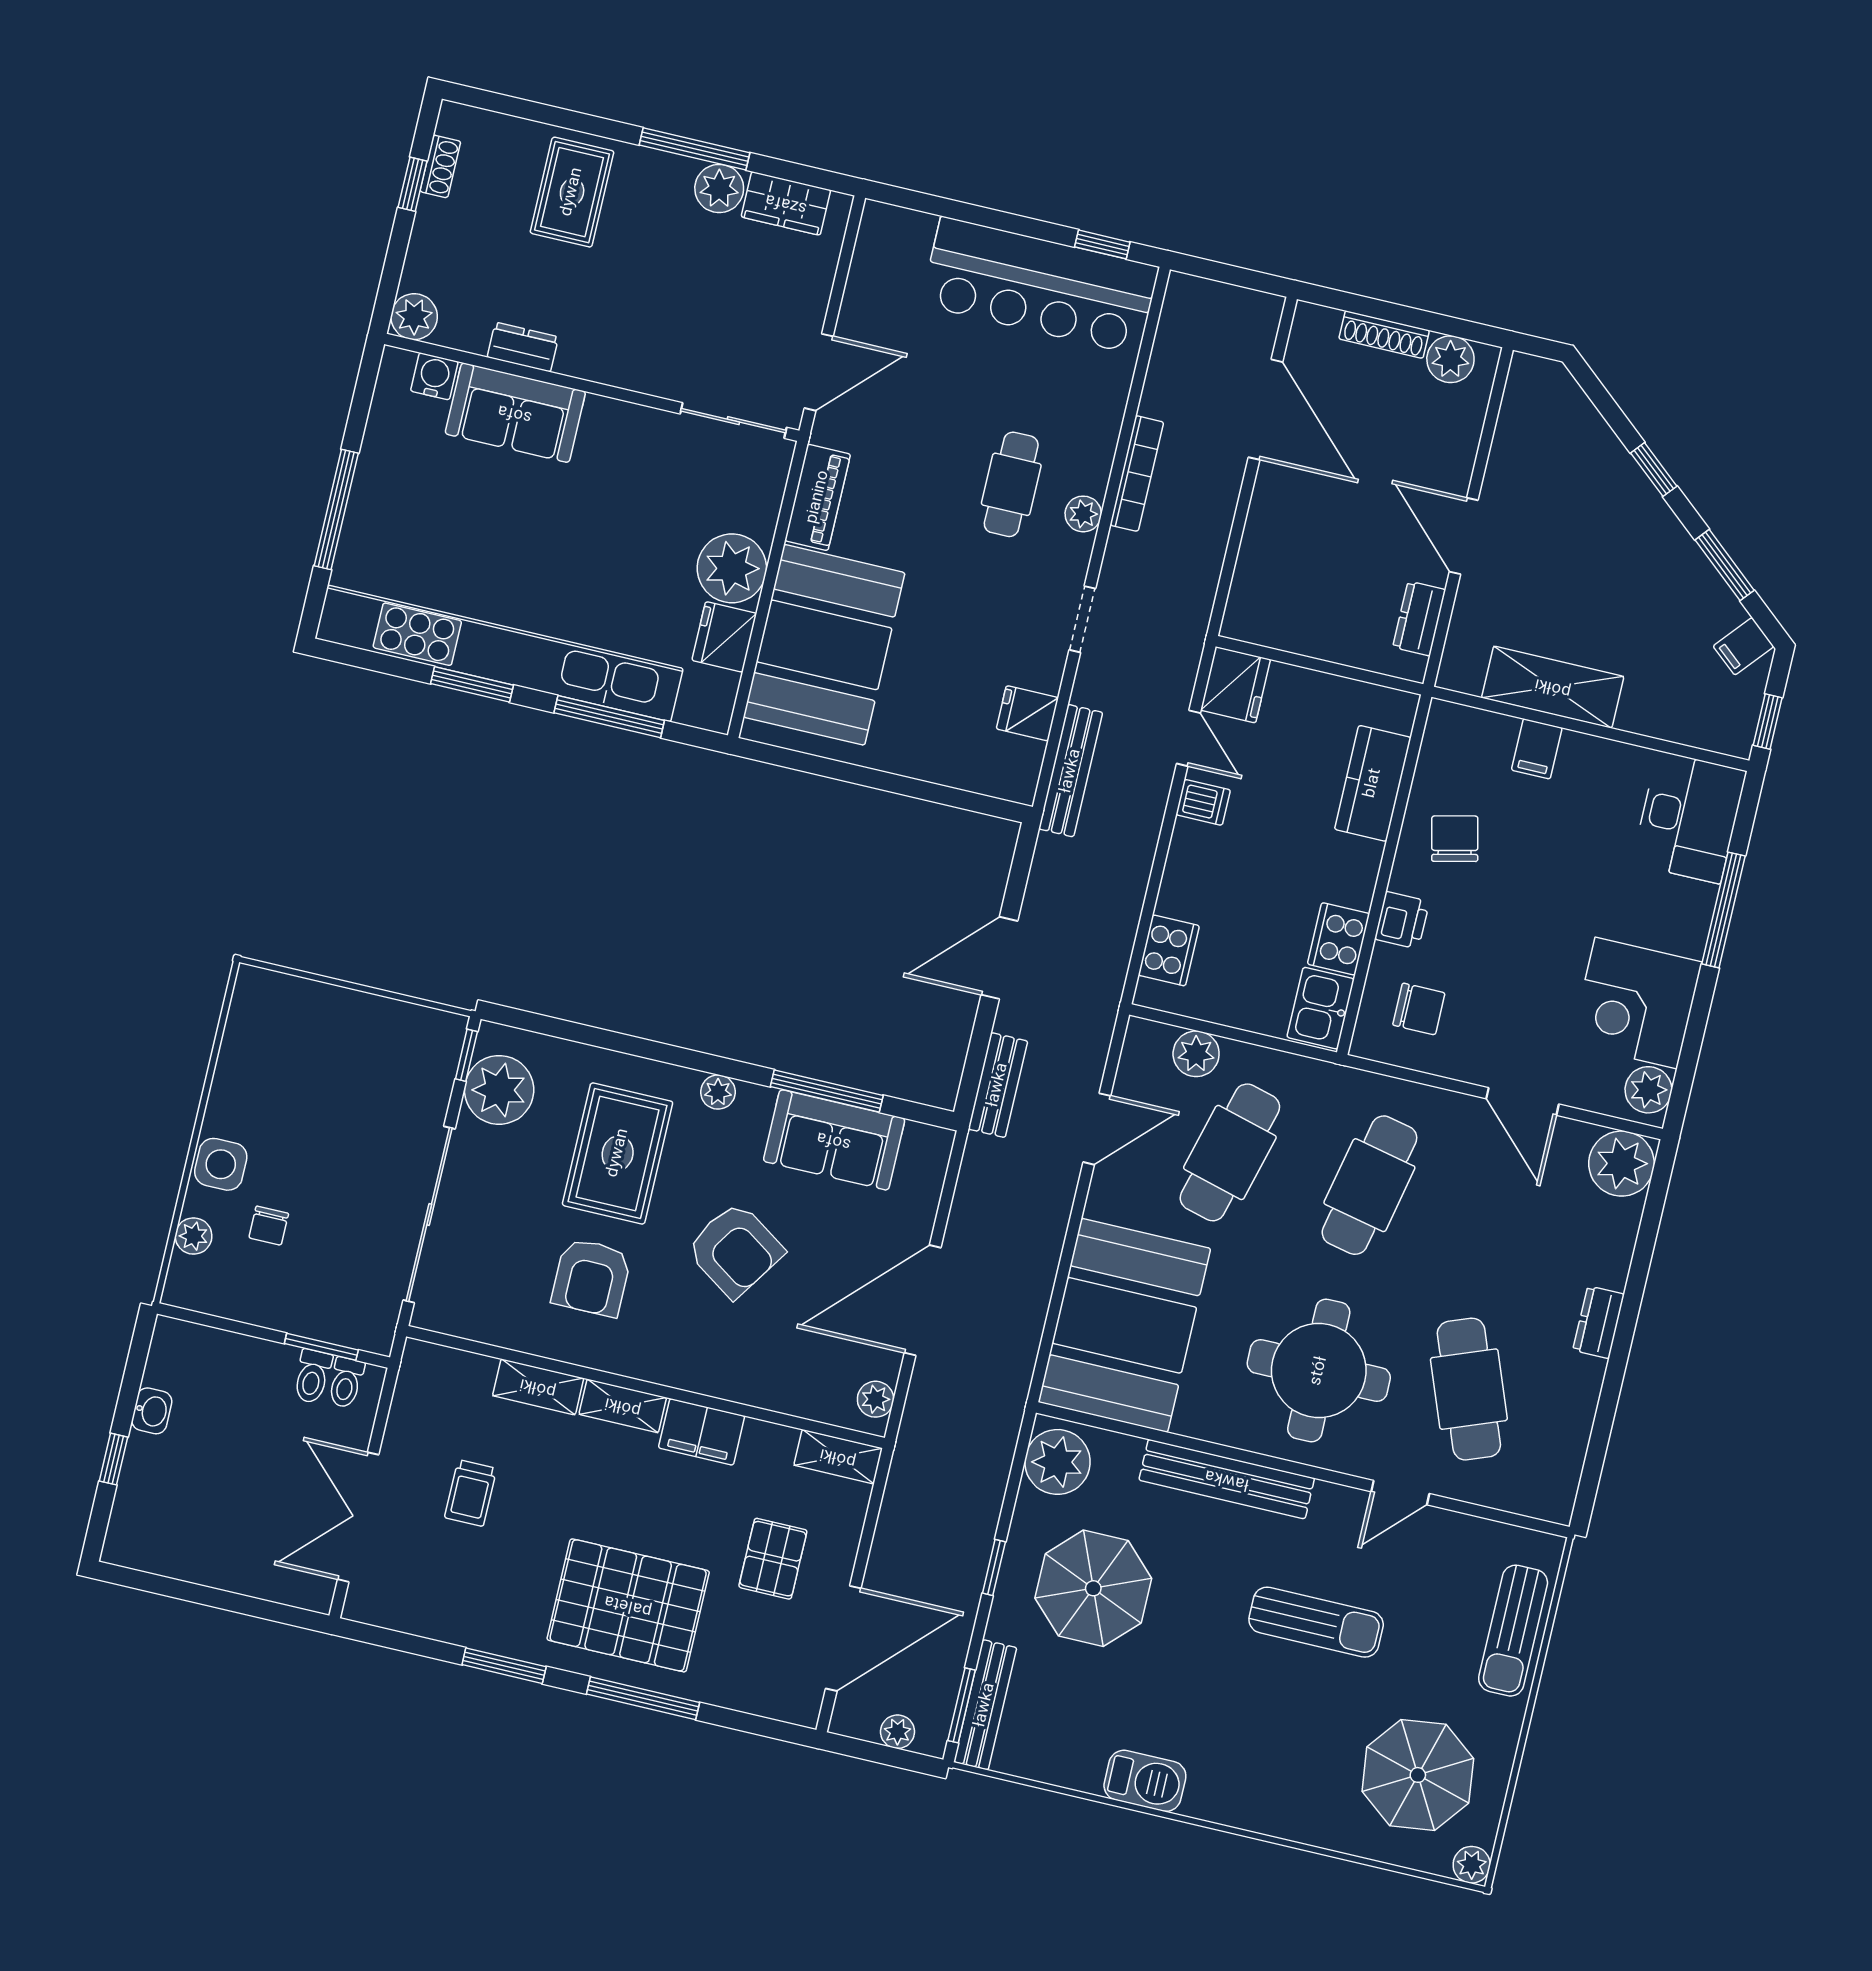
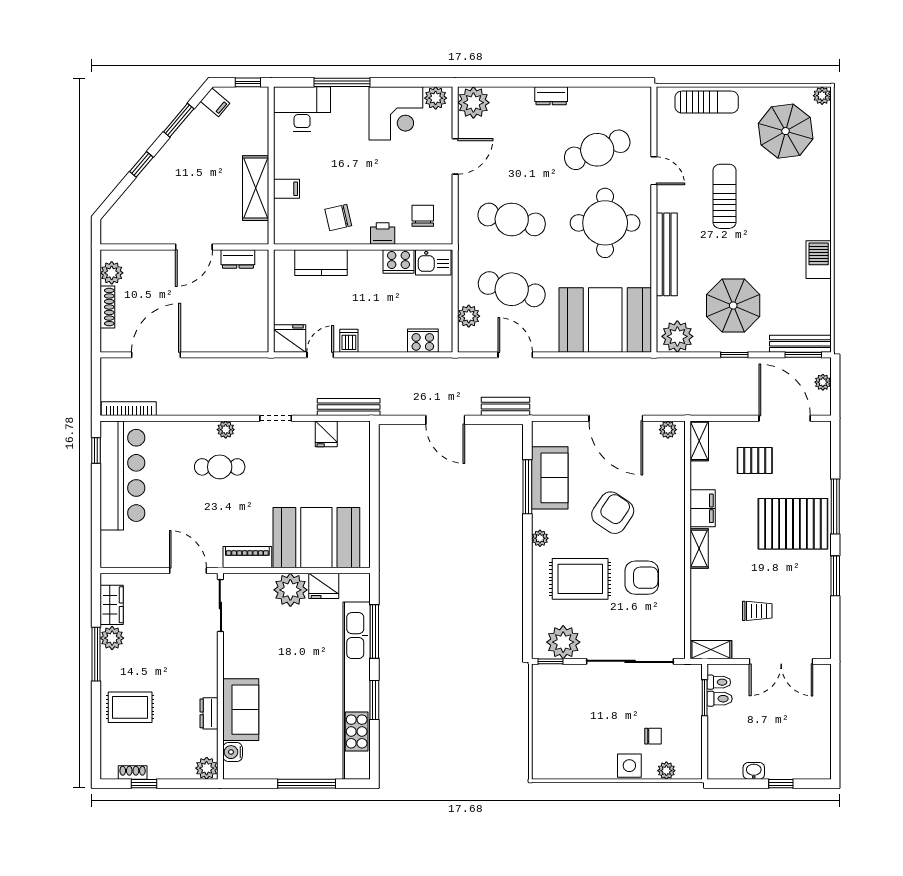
bookcase: (1137, 474) -> (129, 409), moved
shelving: (538, 1387) -> (711, 650), moved, turned 90
pallet: (628, 1605) -> (793, 524), turned 90

